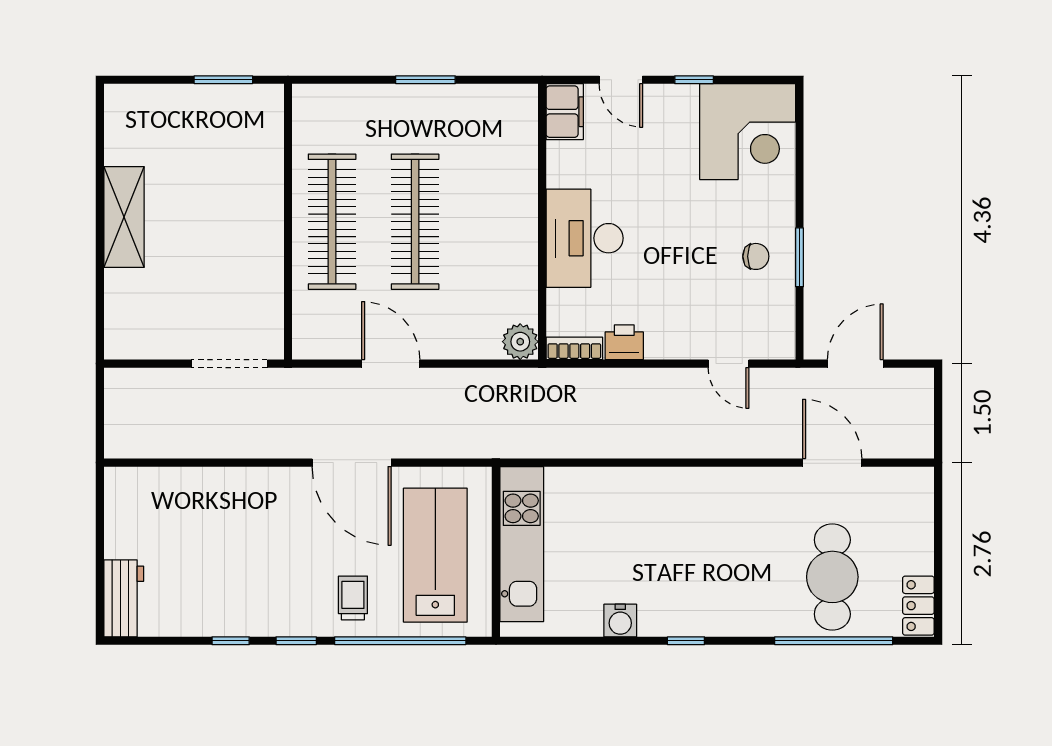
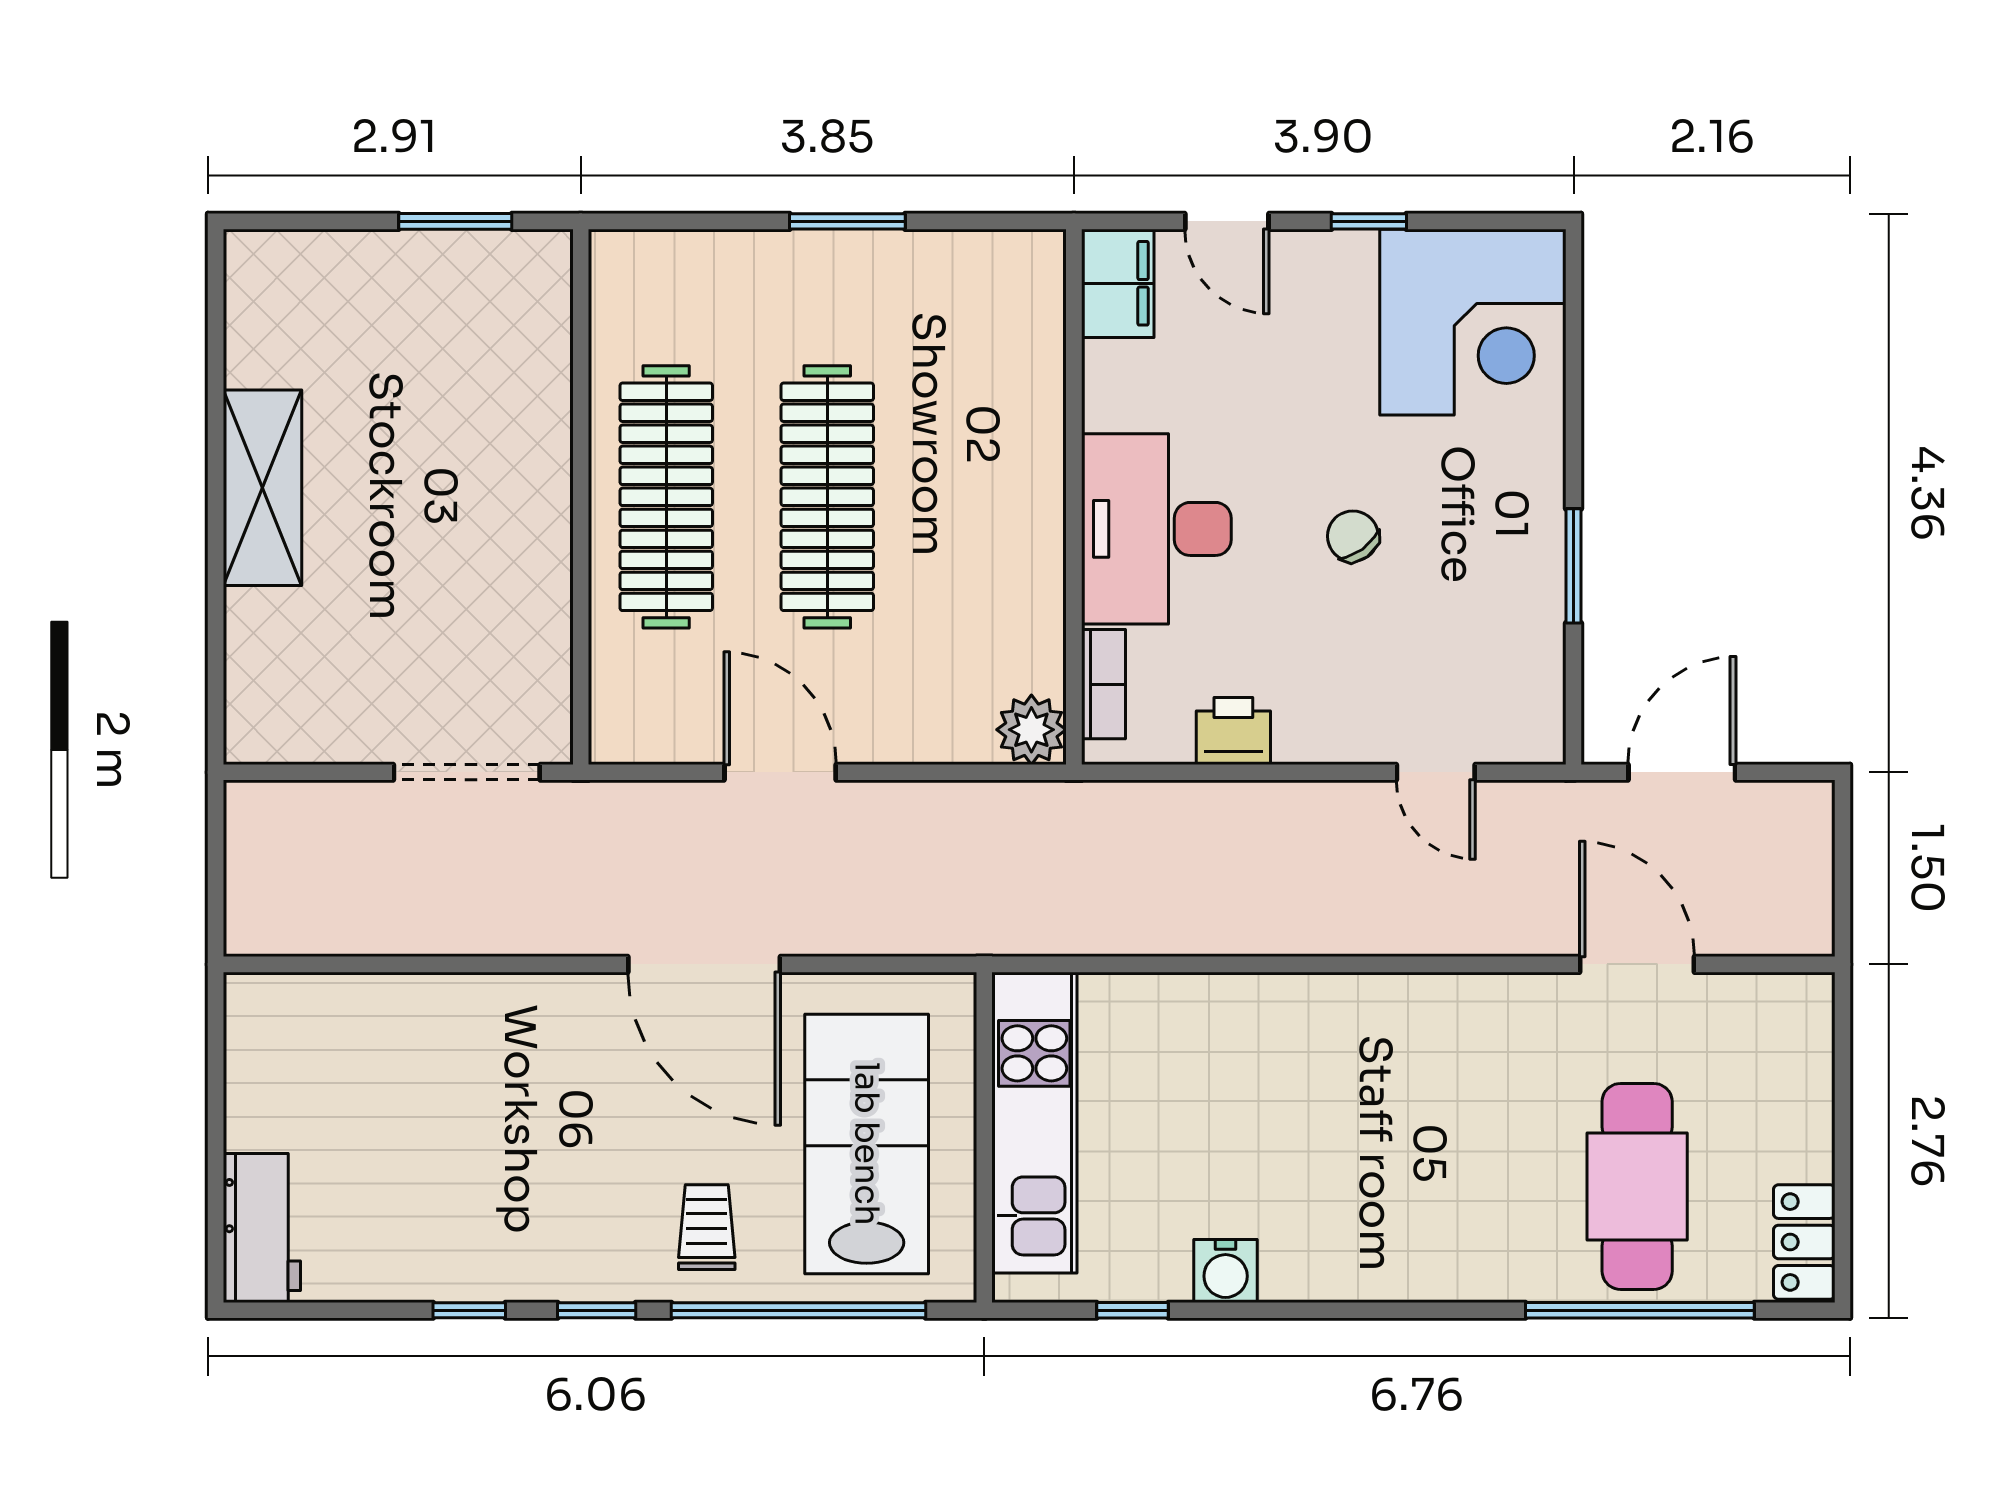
chair: (756, 256) -> (1353, 536), moved, turned -126
bookcase: (574, 348) -> (1104, 684), moved, turned 90
window: (686, 641) -> (1132, 1310), moved

